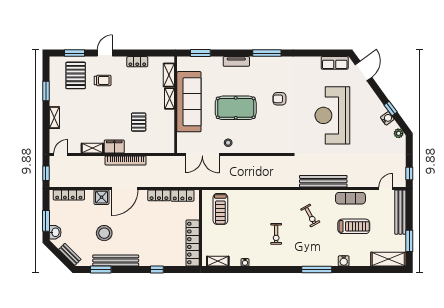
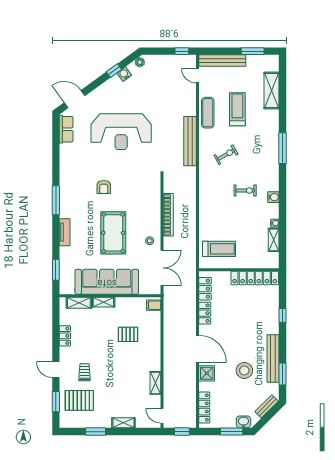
filing cabinet: (114, 147) -> (154, 305), moved, width x0.50
bookcase: (126, 161) -> (168, 215), moved
shelving: (388, 259) -> (272, 91), moved
shelving: (218, 261) -> (274, 240), moved
water cooler: (344, 261) -> (273, 197), moved

